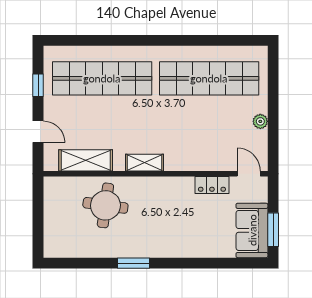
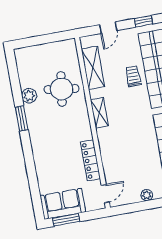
trolley: (106, 111) -> (133, 76), added
locker: (212, 185) -> (91, 160), width x1.53
plant: (106, 248) -> (29, 96), added

